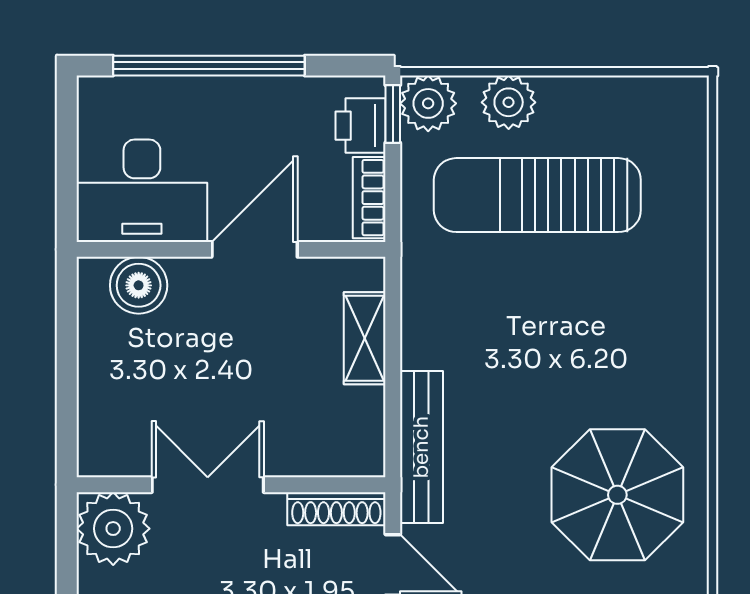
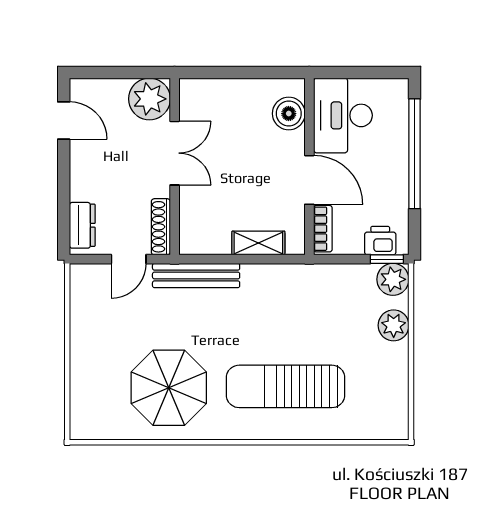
sun lounger: (537, 195) -> (286, 386), moved, turned -90
bookcase: (369, 198) -> (323, 229), moved, turned 90

